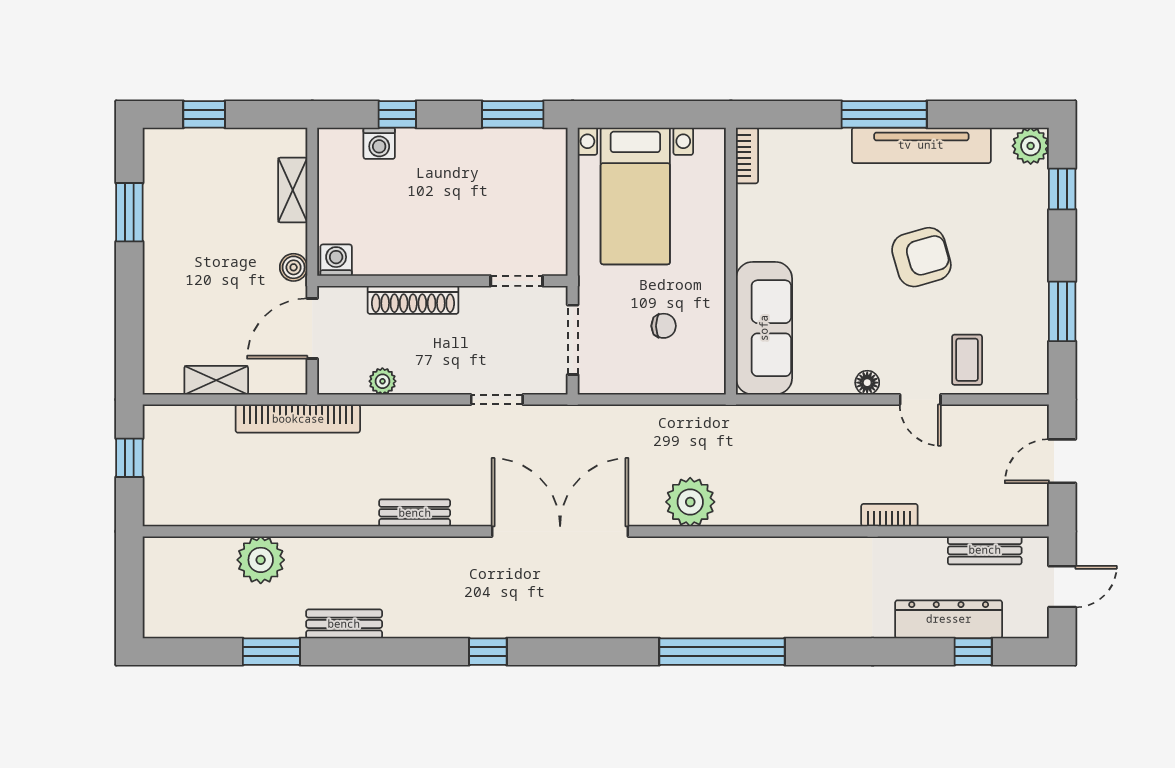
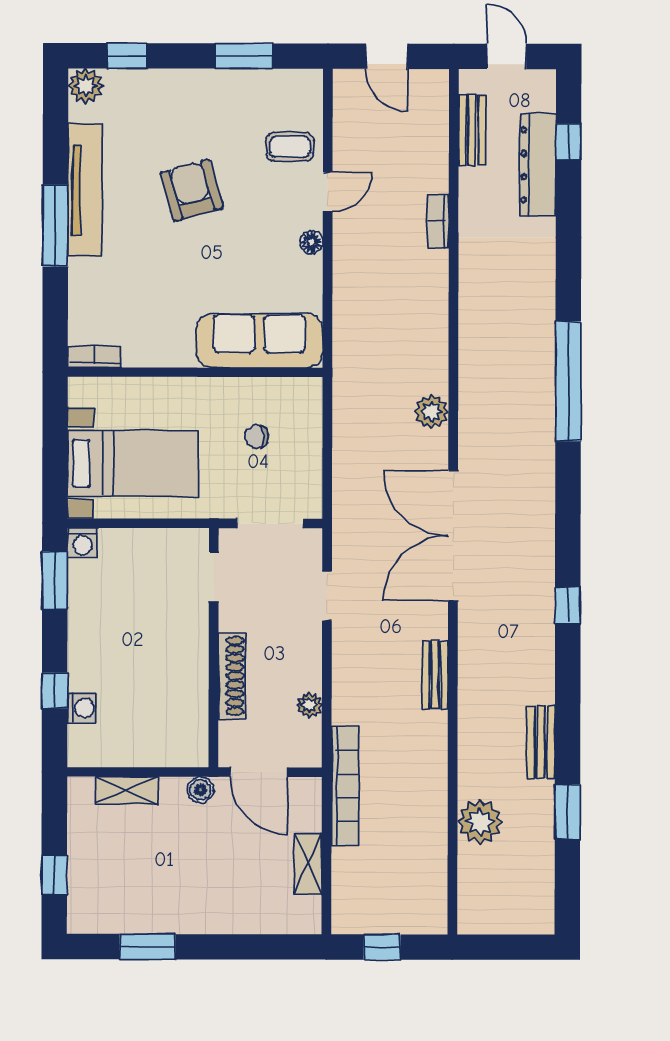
washing machine: (336, 260) -> (82, 543), moved, turned -90
chair: (664, 326) -> (257, 437), turned -90
plant: (690, 502) -> (431, 411), width x0.73, depth x0.73

